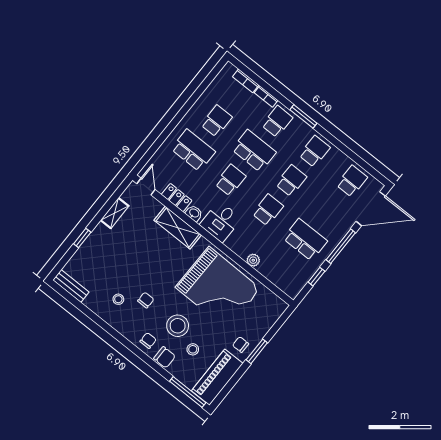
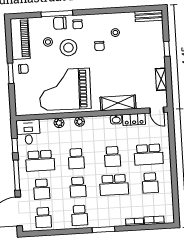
school desk: (277, 122) -> (42, 189), moved
desk: (221, 222) -> (28, 132), moved
plant: (232, 243) -> (80, 122), added
window: (188, 392) -> (57, 14), moved

